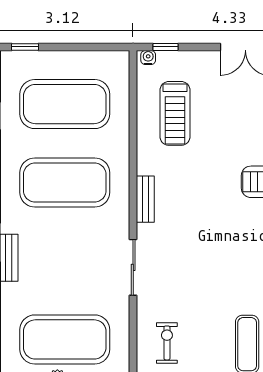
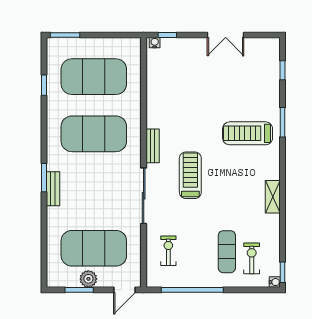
window: (25, 47) -> (65, 35), width x1.50
treadmill: (175, 113) -> (190, 175), moved, turned 180
sliding door: (133, 267) -> (144, 196), width x1.37

